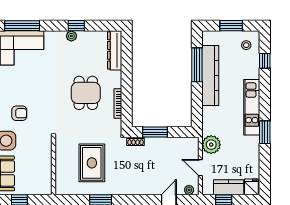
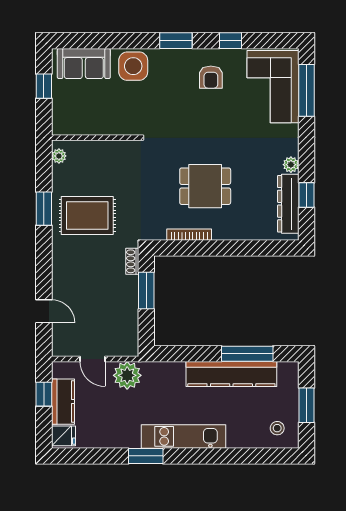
window: (76, 26) -> (307, 195), moved
dresser: (115, 50) -> (288, 204), moved, turned -90
window: (265, 61) -> (254, 456), removed
armchair: (19, 113) -> (211, 77), moved
rug: (92, 163) -> (87, 216), moved
door: (200, 168) -> (92, 359), swing flipped
plant: (189, 190) -> (59, 156), moved

